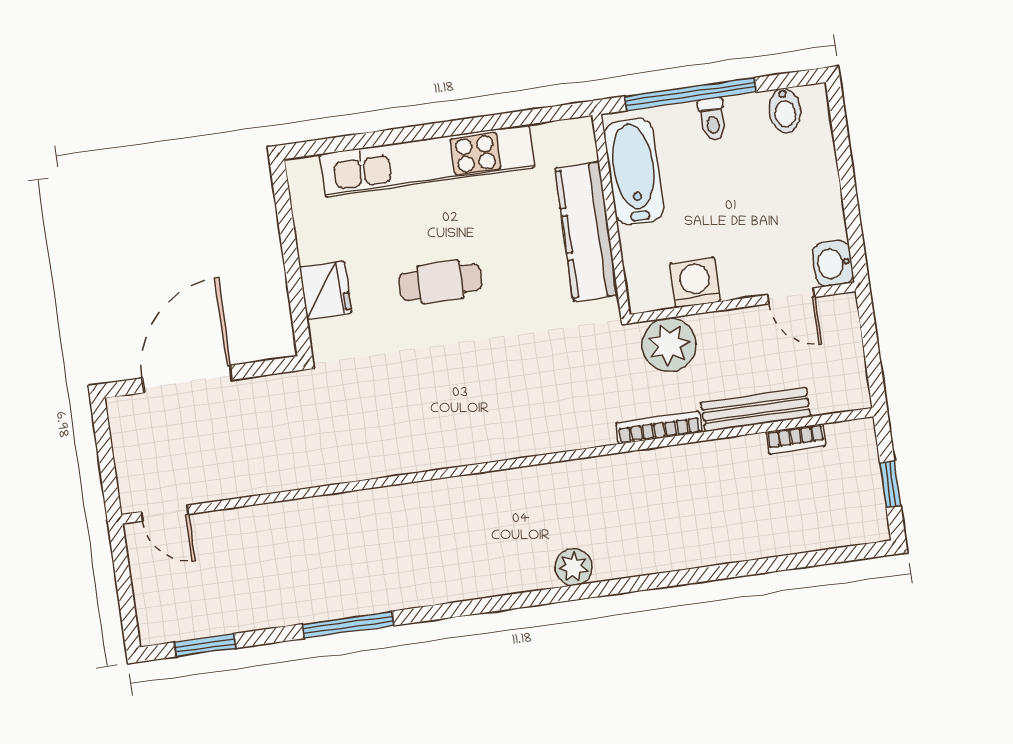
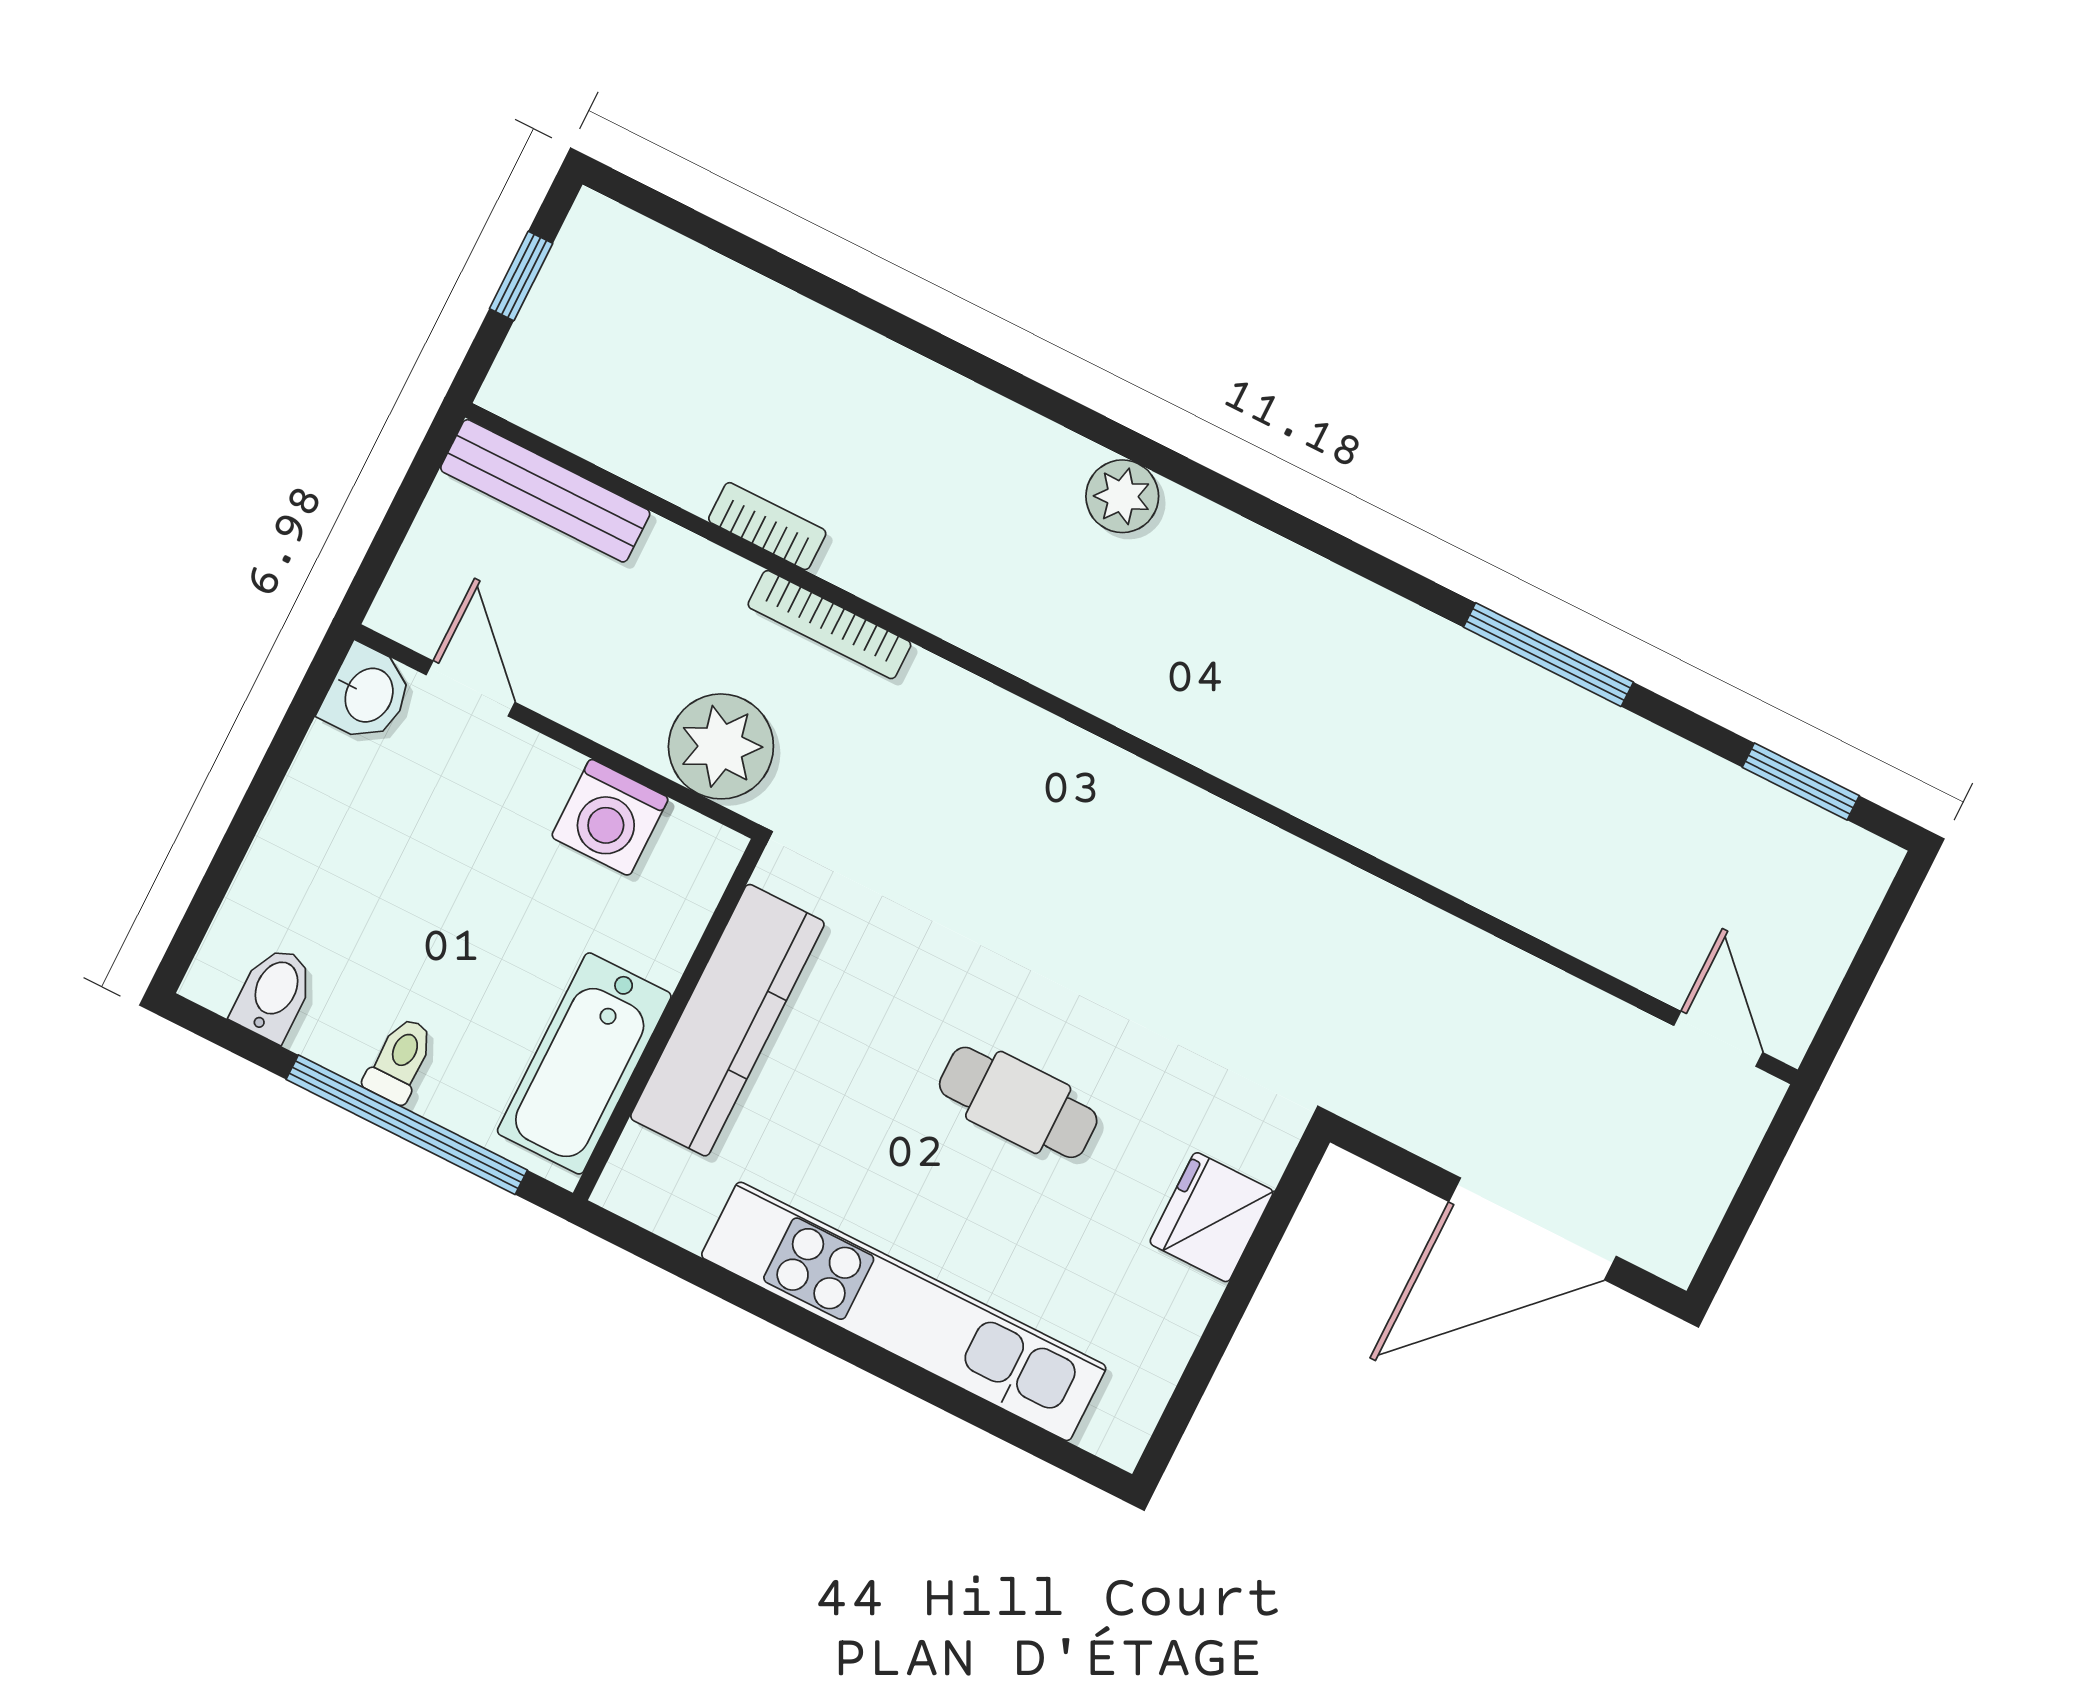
bench: (756, 410) -> (545, 491), moved
bookcase: (796, 439) -> (767, 526), moved

